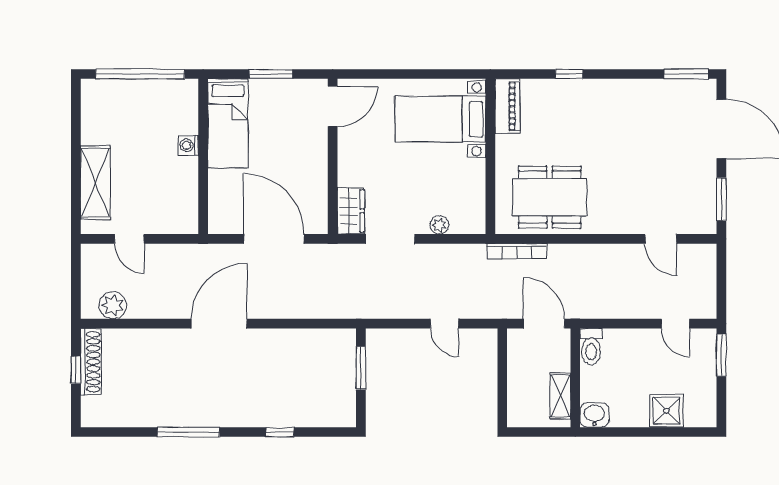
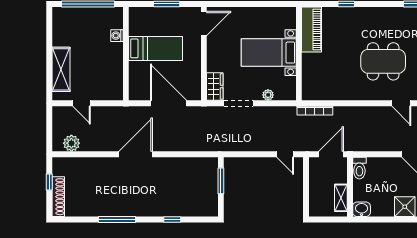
piano: (507, 106) -> (312, 29), width x1.37, depth x1.33
bed with nightstands: (440, 119) -> (269, 53), moved
bed: (228, 123) -> (156, 48), moved, turned -90
washing machine: (188, 145) -> (117, 36), moved
dining table: (550, 197) -> (383, 61), moved
door: (445, 324) -> (285, 154), moved
door: (544, 324) -> (331, 154), hinge flipped
shoe rack: (91, 362) -> (58, 197), moved

